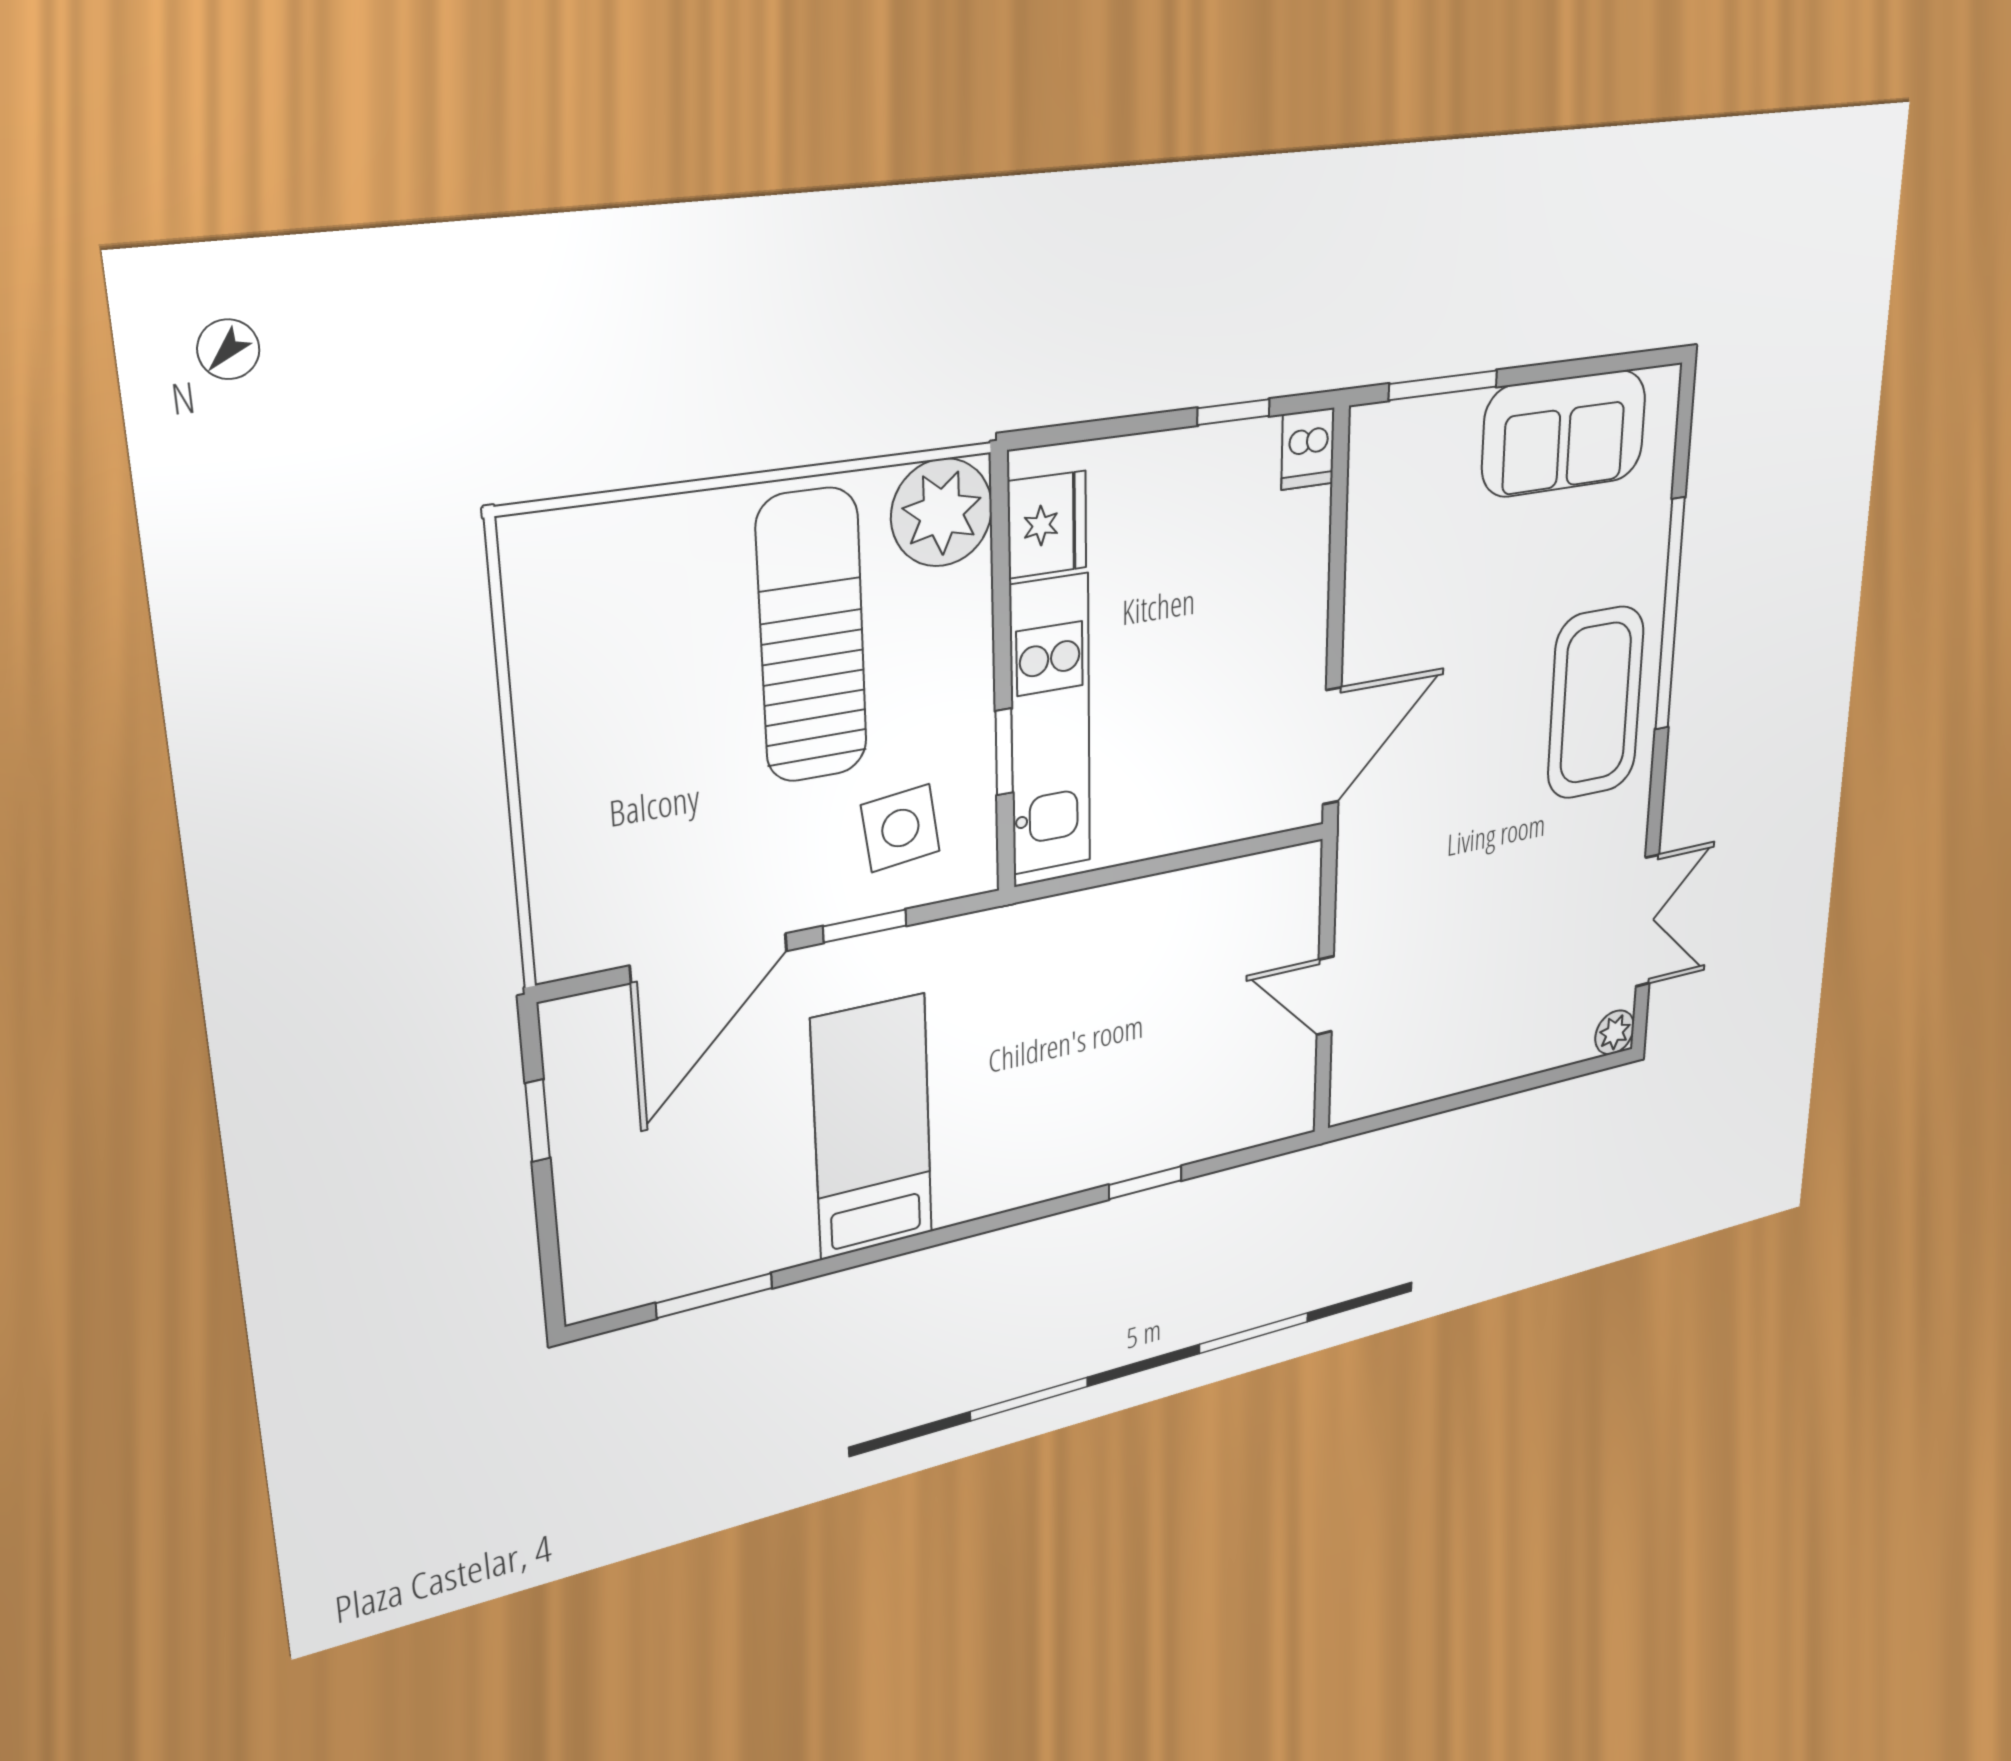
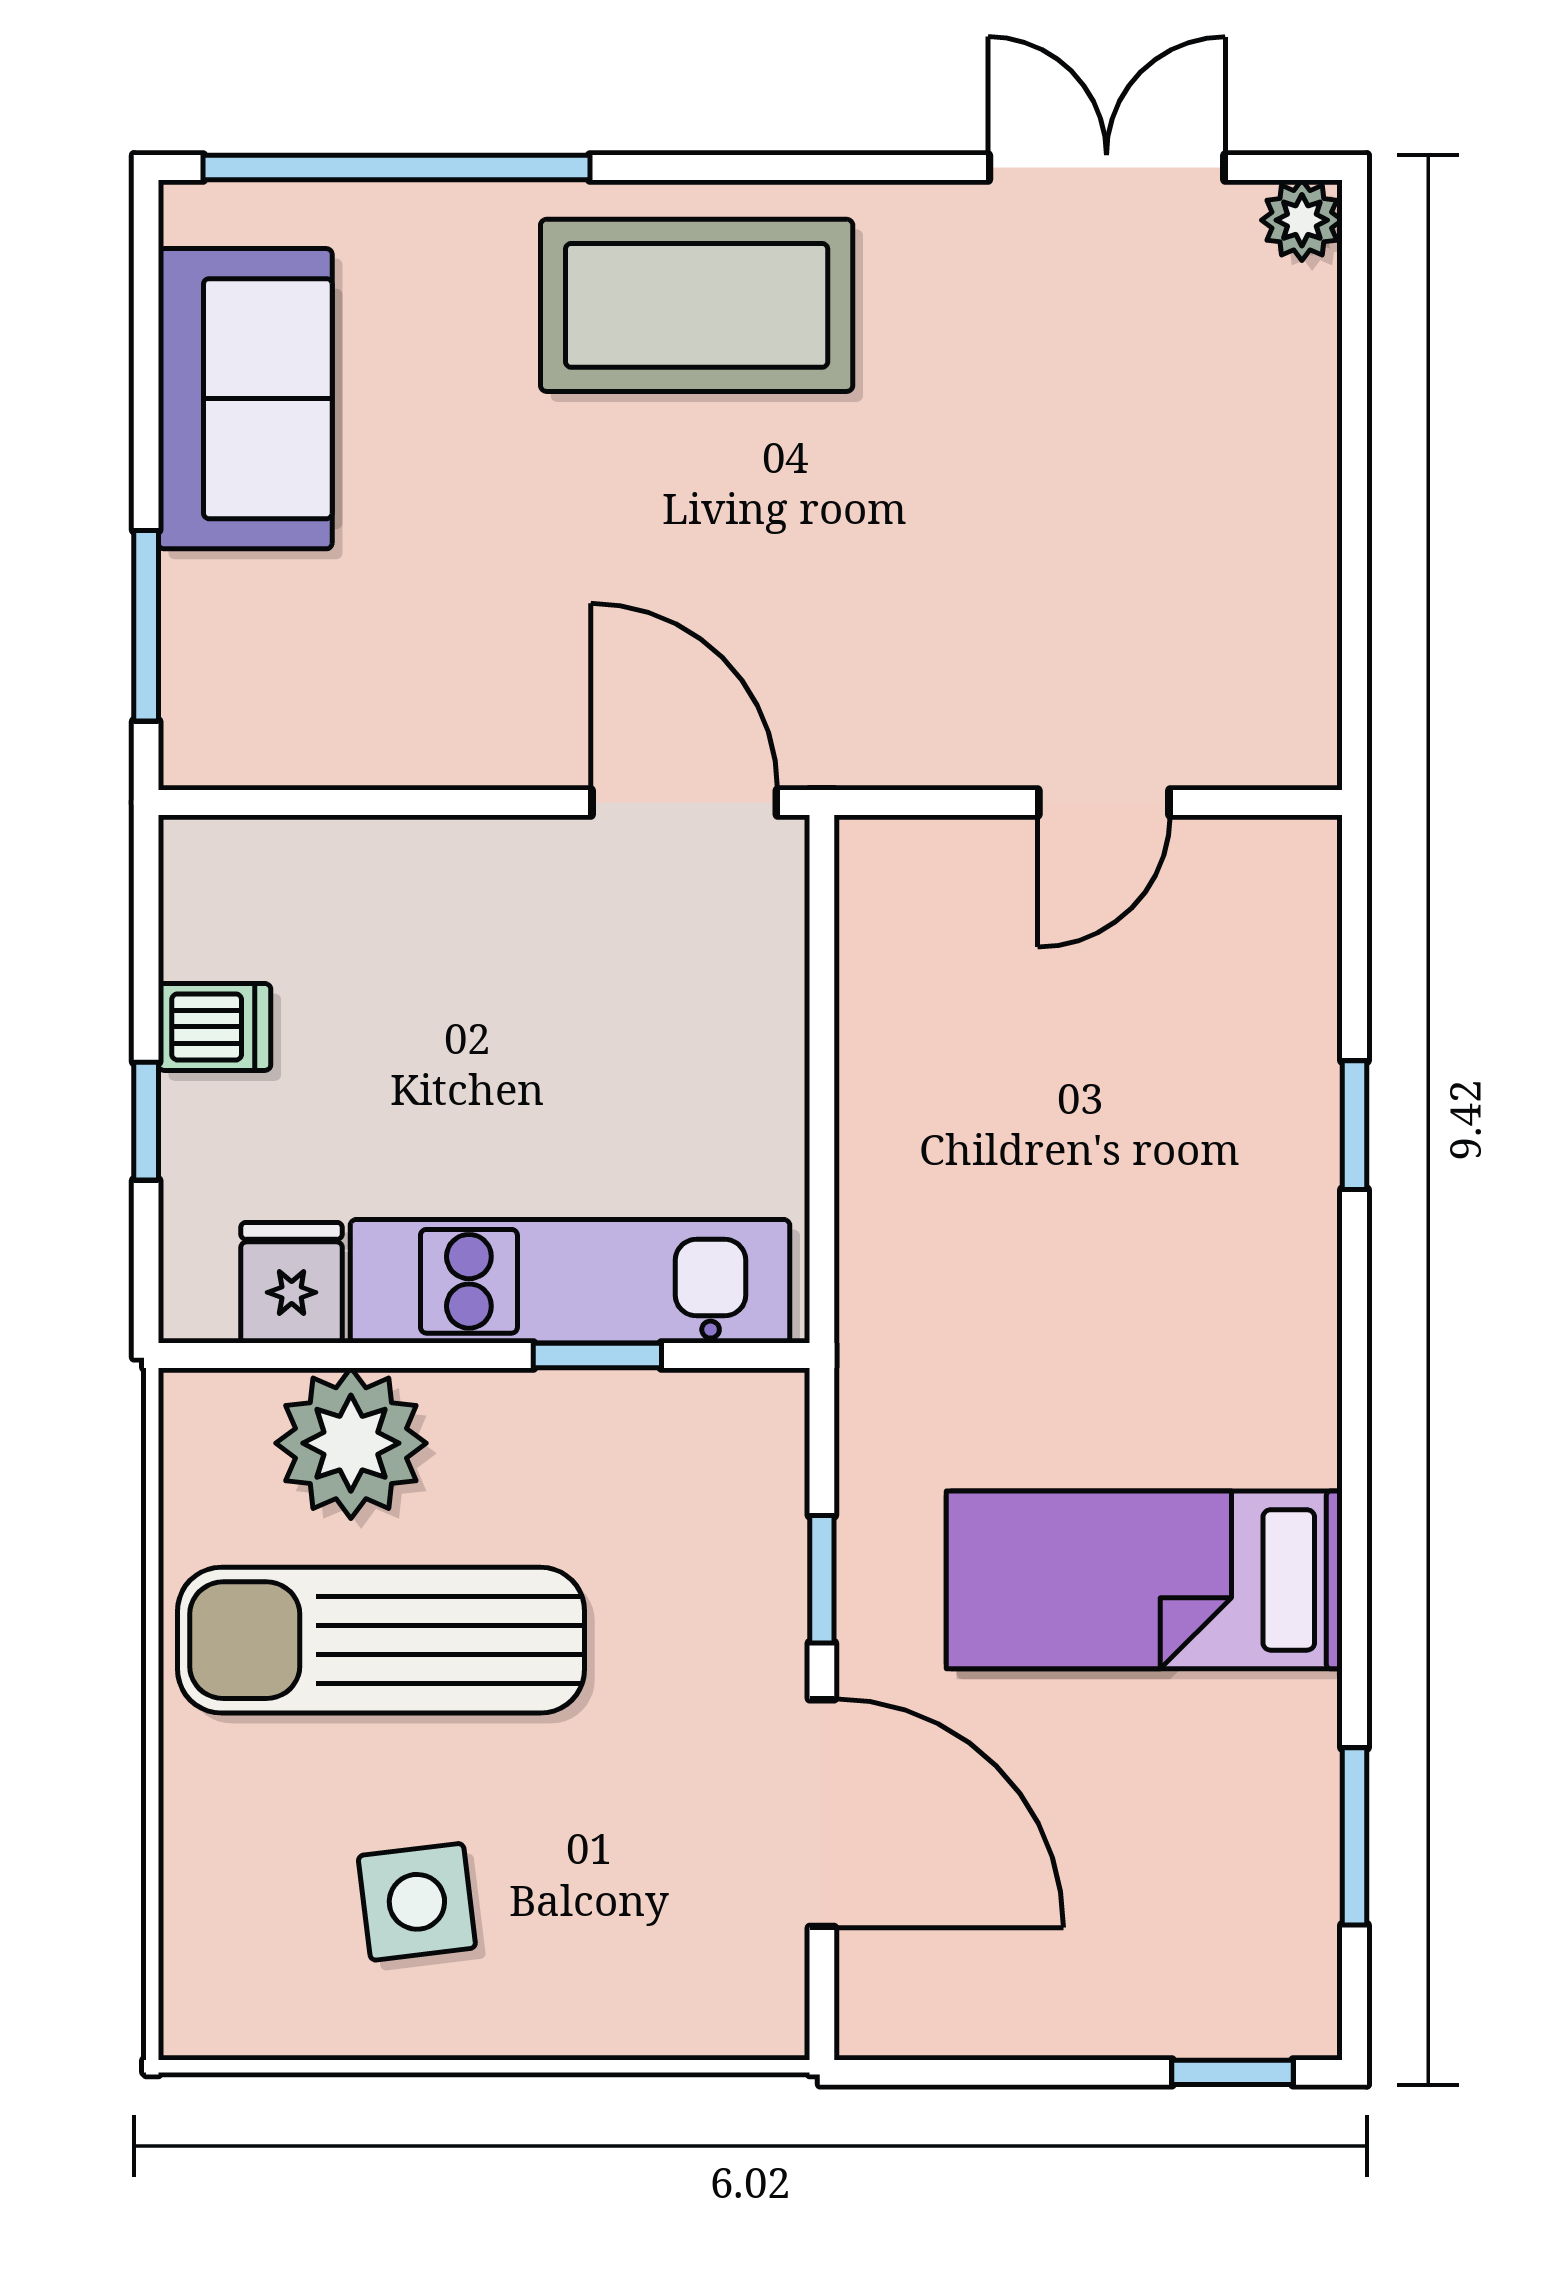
window: (1233, 412) -> (146, 1121), moved
dishwasher: (1308, 449) -> (214, 1027), moved
plant: (942, 513) -> (351, 1443), moved
fridge: (1047, 525) -> (292, 1283), width x0.72
window: (1670, 615) -> (396, 168), moved
side table: (900, 828) -> (417, 1902), moved
window: (538, 1121) -> (1233, 2072), moved

